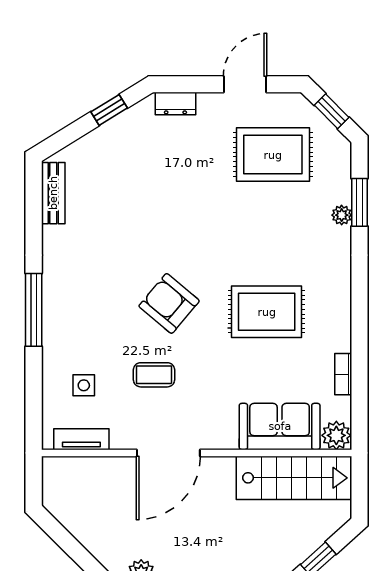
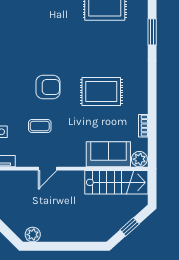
plant: (342, 215) -> (142, 39), removed
armchair: (169, 303) -> (48, 87), turned 140
door: (168, 453) -> (48, 169), width x0.53

